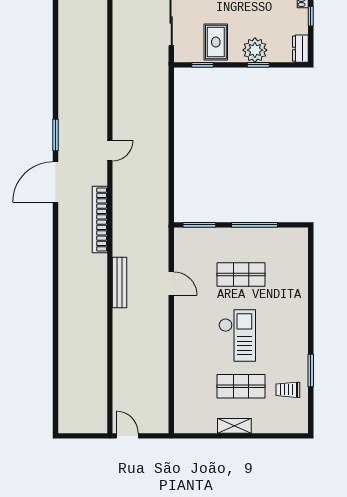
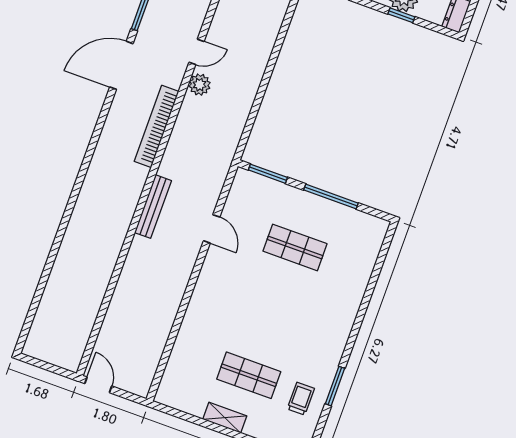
plant: (121, 175) -> (200, 85), added
checkout: (237, 335) -> (265, 316), removed
trolley: (288, 390) -> (301, 399), turned 90

